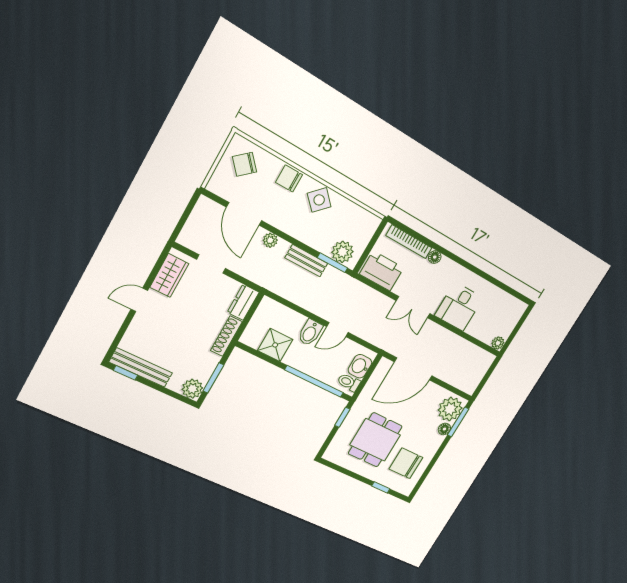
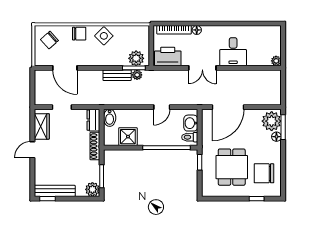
chair: (289, 178) -> (79, 34), turned 180
plant: (270, 240) -> (137, 75), moved
bidet: (310, 333) -> (110, 118), moved

